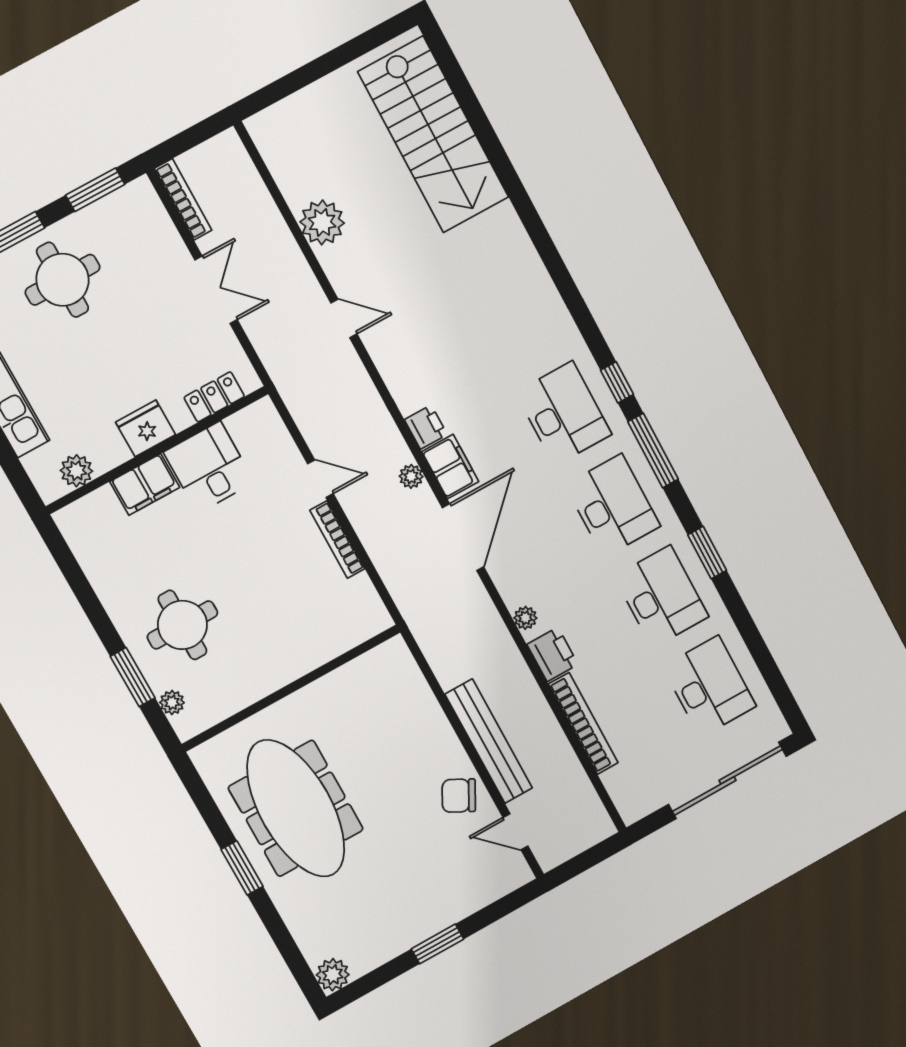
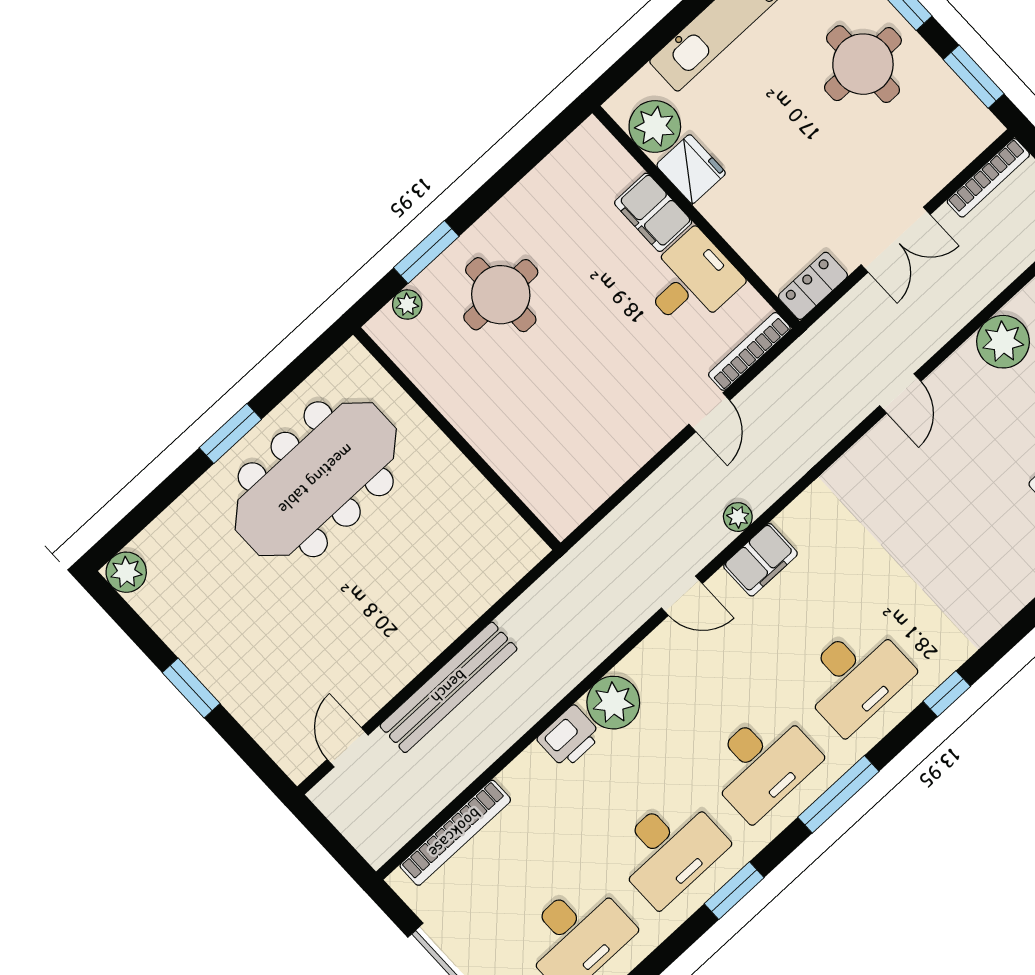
window: (617, 382) -> (947, 694), moved
locker: (214, 397) -> (813, 286), moved, turned -90
printer: (426, 427) -> (799, 520), removed
fridge: (145, 428) -> (691, 169), moved
plant: (76, 471) -> (655, 126), width x1.36, depth x1.36
door: (463, 537) -> (682, 596), width x0.53
bookcase: (337, 540) -> (749, 351), moved
plant: (525, 618) -> (613, 703), width x1.88, depth x1.88
bookcase: (583, 723) -> (455, 833), moved
chair: (459, 796) -> (375, 668), removed

